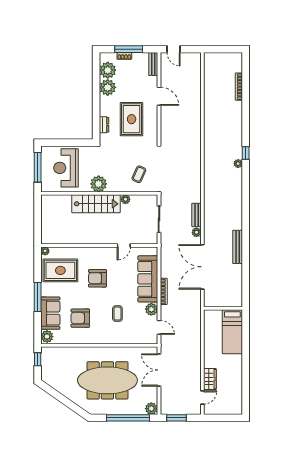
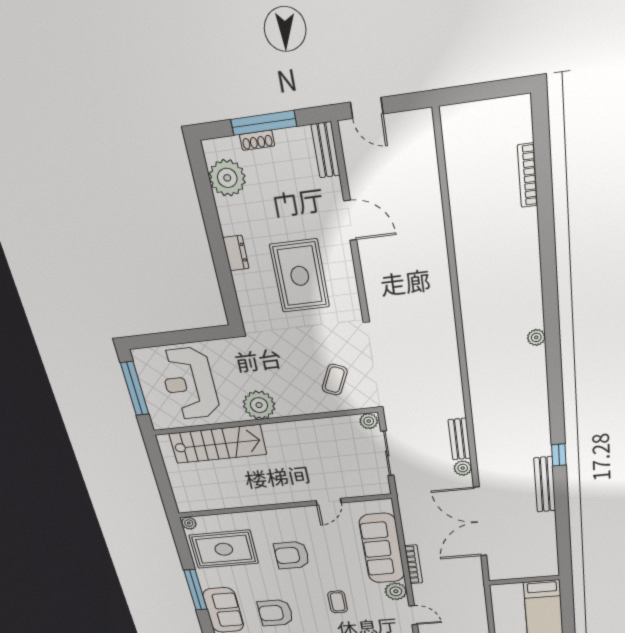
plant: (108, 87) -> (235, 216), removed
dresser: (104, 125) -> (236, 253), moved
window: (246, 153) -> (559, 455), moved
plant: (125, 199) -> (369, 421), moved
stairs: (96, 204) -> (218, 444), moved

